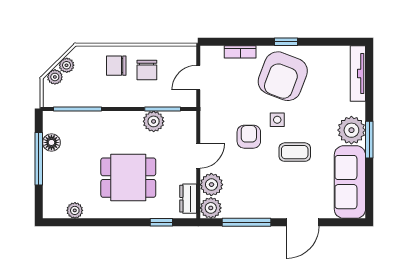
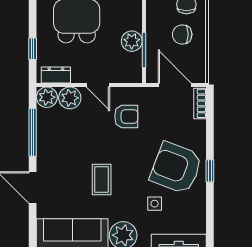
bookcase: (240, 52) -> (200, 103), moved
door: (198, 78) -> (175, 85), width x1.38
side table: (277, 120) -> (155, 204), moved
armchair: (249, 137) -> (126, 116), moved

